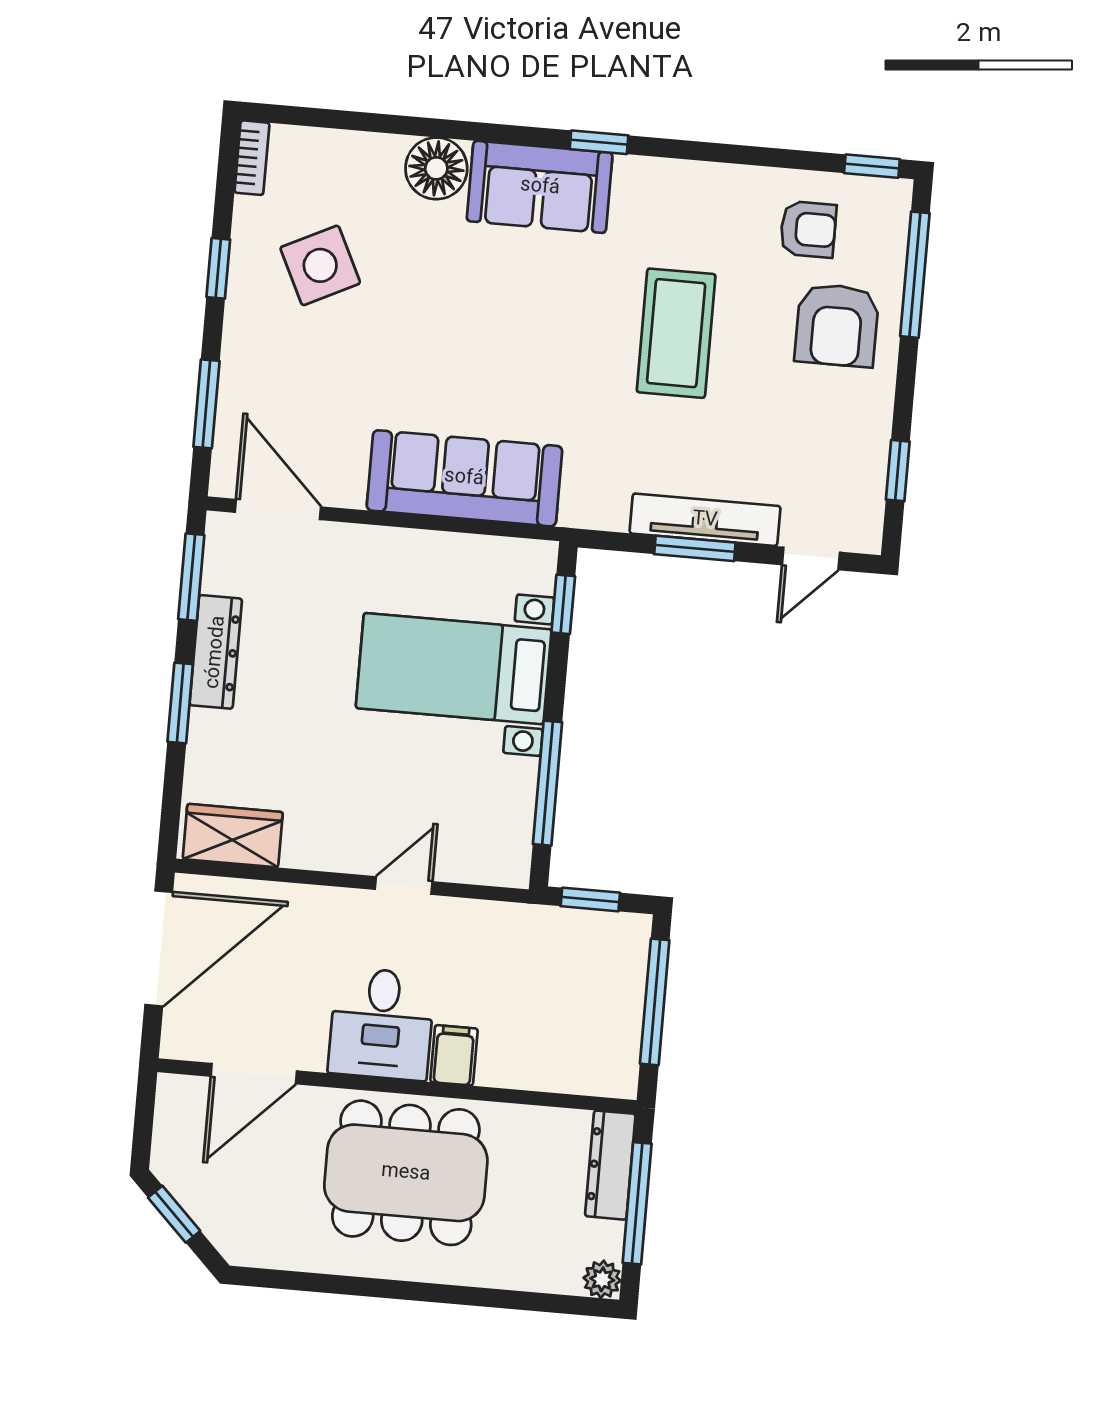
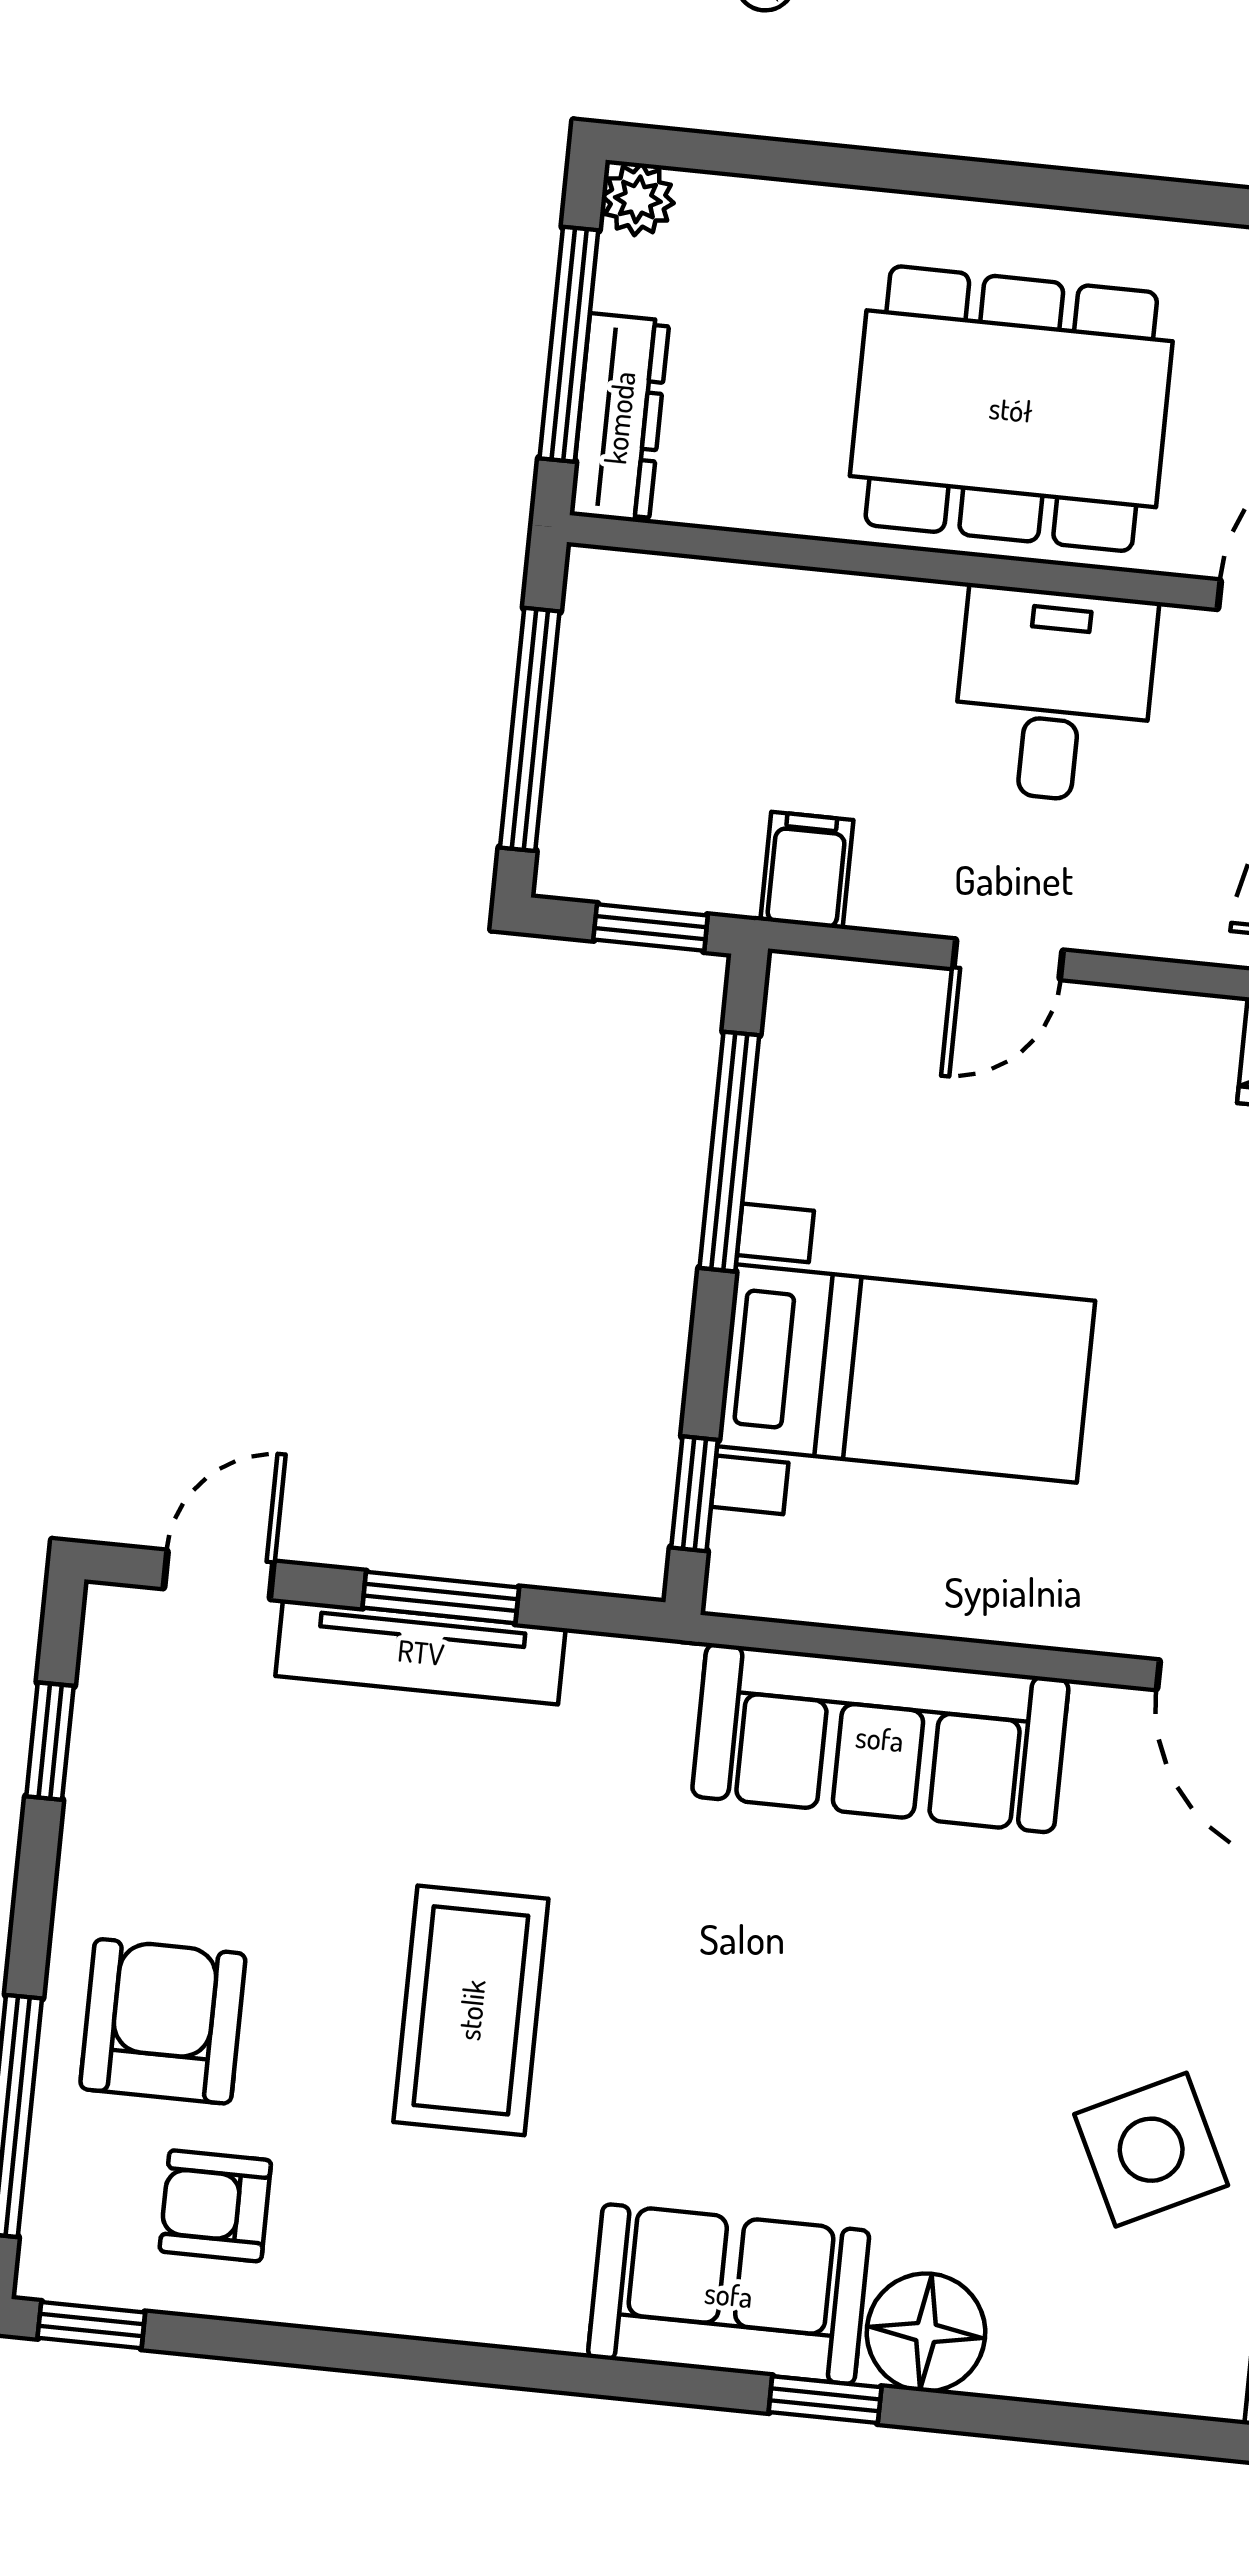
window: (599, 142) -> (825, 2400), moved
filing cabinet: (454, 1055) -> (807, 870), moved, turned 180

